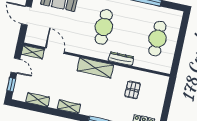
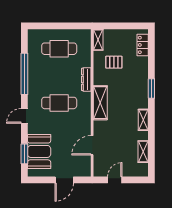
shelving: (33, 52) -> (98, 40), moved
window: (11, 85) -> (134, 180), removed

